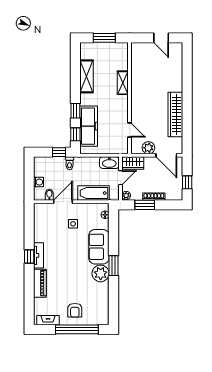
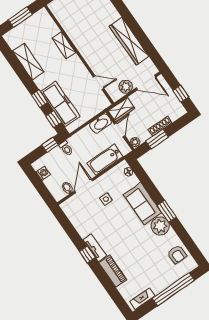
washing machine: (38, 182) -> (43, 173), moved
armchair: (75, 310) -> (177, 254), moved

